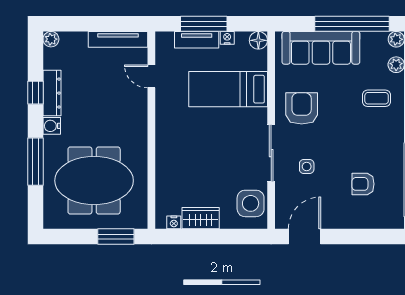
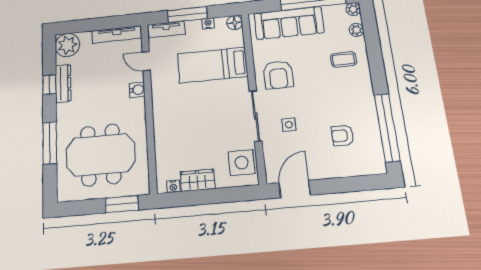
plant: (51, 39) -> (67, 45), width x1.87, depth x1.87
tv unit: (197, 40) -> (166, 30), moved
armchair: (302, 108) -> (278, 75), turned 180
water cooler: (52, 126) -> (137, 90), moved, turned 180

